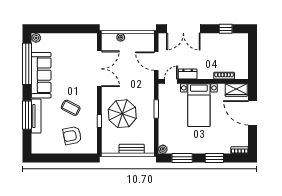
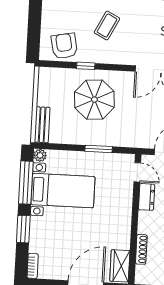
bed with nightstands: (199, 105) -> (63, 191), moved, turned 180
armchair: (72, 136) -> (64, 46), moved
bench: (132, 149) -> (42, 125), moved
window: (182, 158) -> (26, 183), width x1.44

